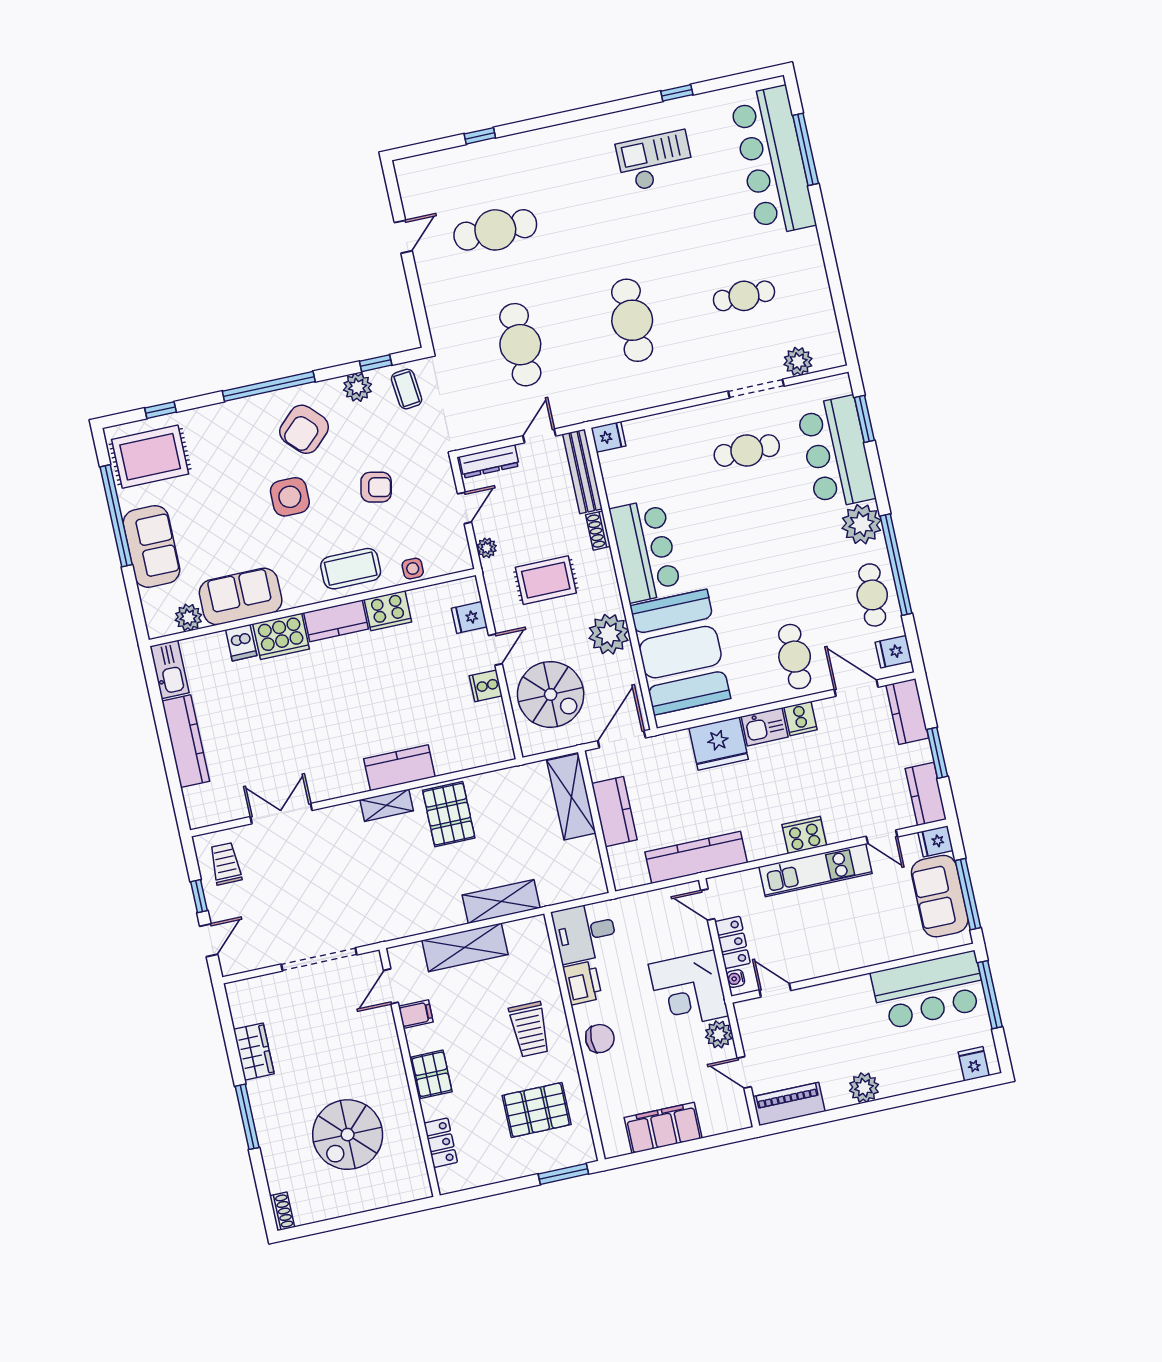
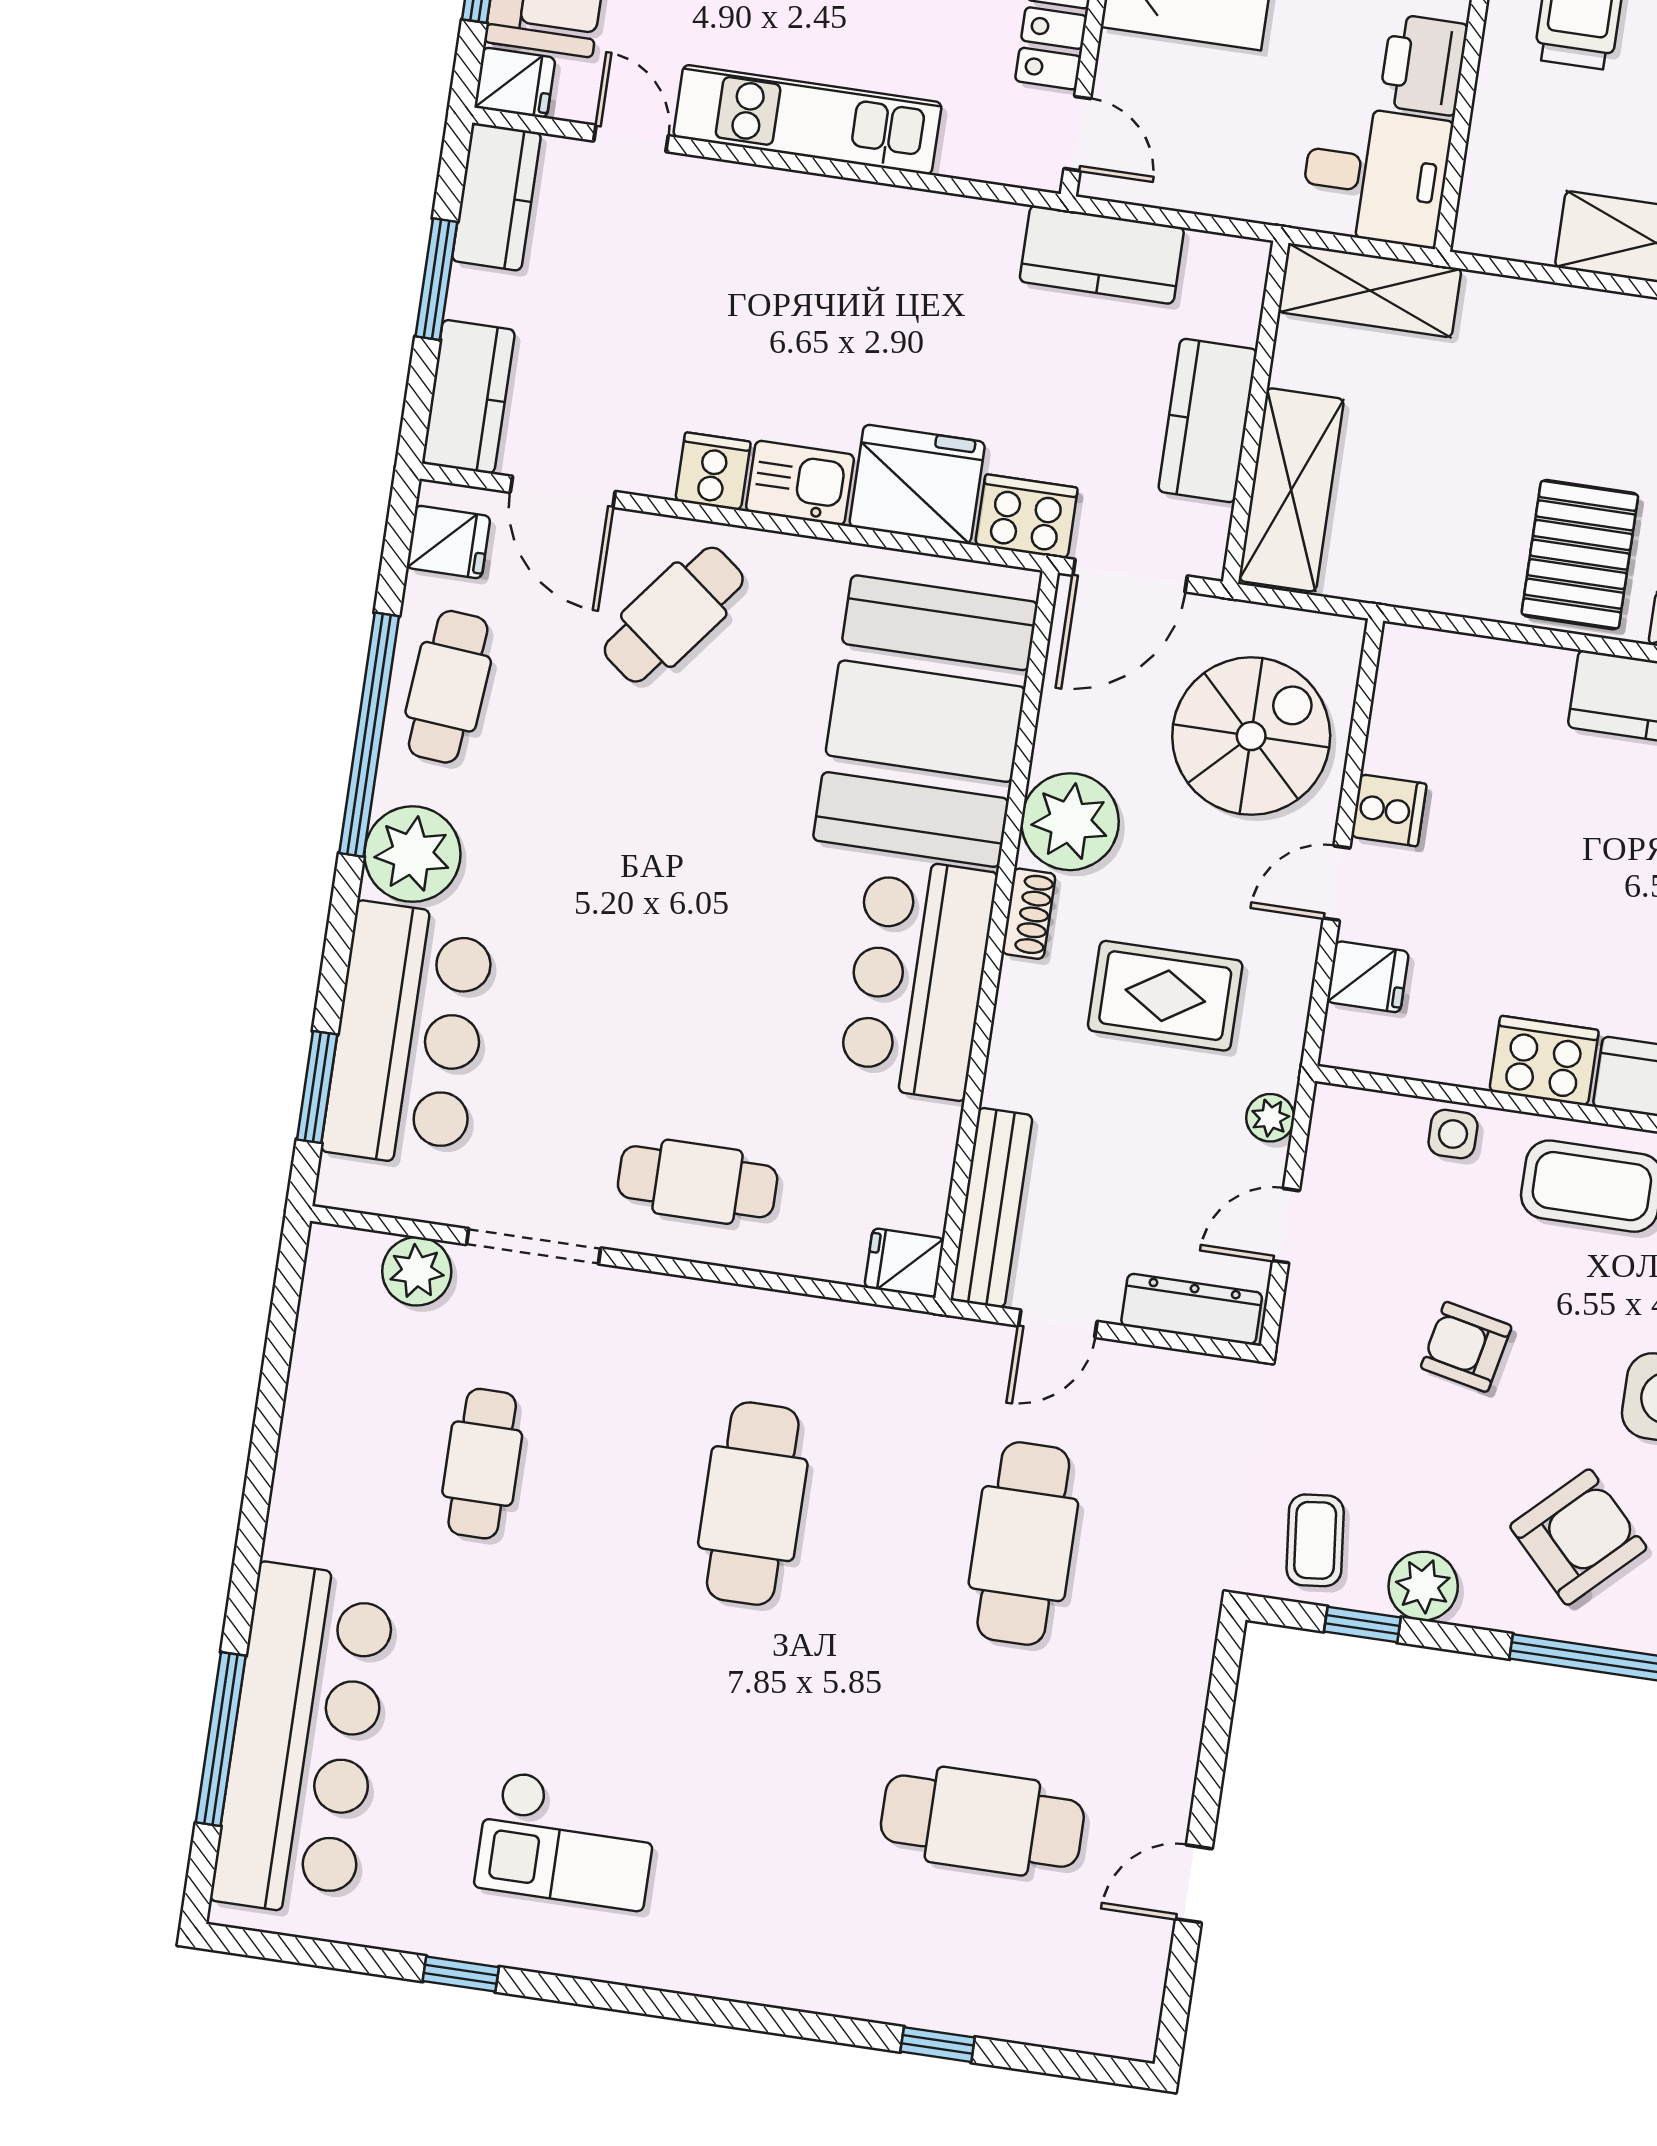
cafe table: (744, 296) -> (482, 1464), turned 90
cafe table: (747, 451) -> (698, 1182), moved
shoe rack: (598, 531) -> (1029, 914), moved
cafe table: (795, 657) -> (674, 615), turned 38
spiral stairs: (551, 694) -> (1251, 736), turned 90
cooker: (804, 835) -> (1026, 516), moved, turned 180
kitchen counter: (696, 857) -> (1102, 255), width x0.67
shelving: (501, 901) -> (1370, 290), moved

